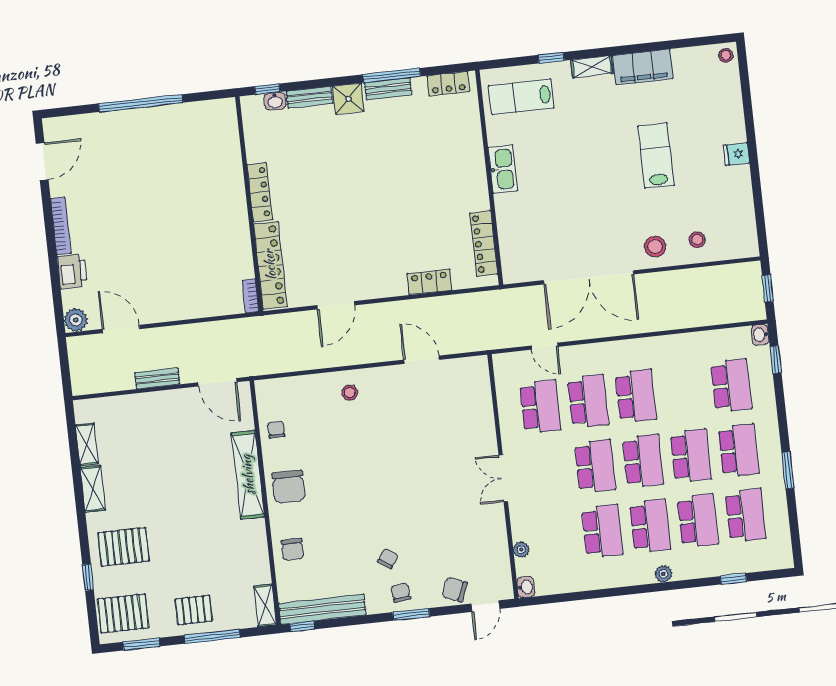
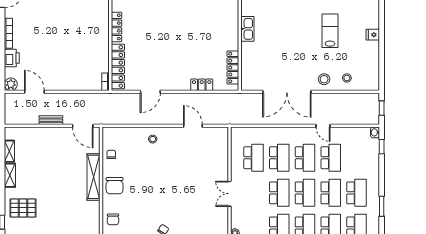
door: (544, 346) -> (323, 126), moved
school desk: (731, 385) -> (331, 158), moved

